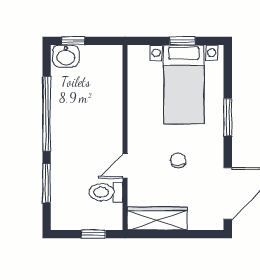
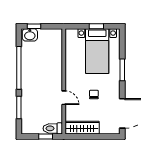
door: (125, 166) -> (64, 98), swing flipped
toilet: (106, 192) -> (53, 128), moved

